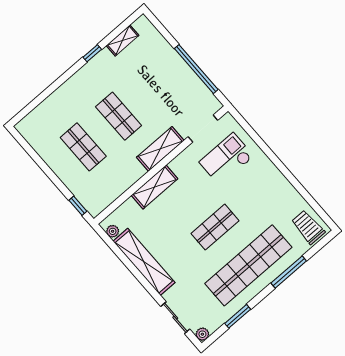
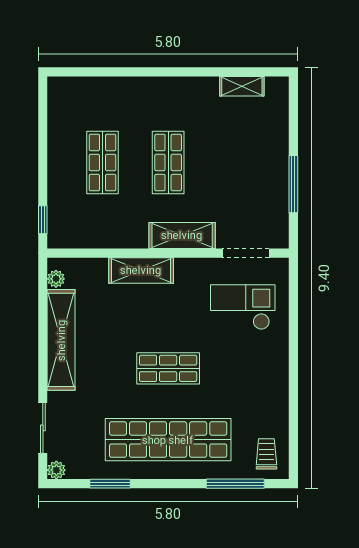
window: (92, 53) -> (198, 72), removed
window: (196, 69) -> (293, 184), width x0.68
trolley: (308, 227) -> (266, 454), width x0.73, depth x0.72
window: (289, 272) -> (235, 484), moved

